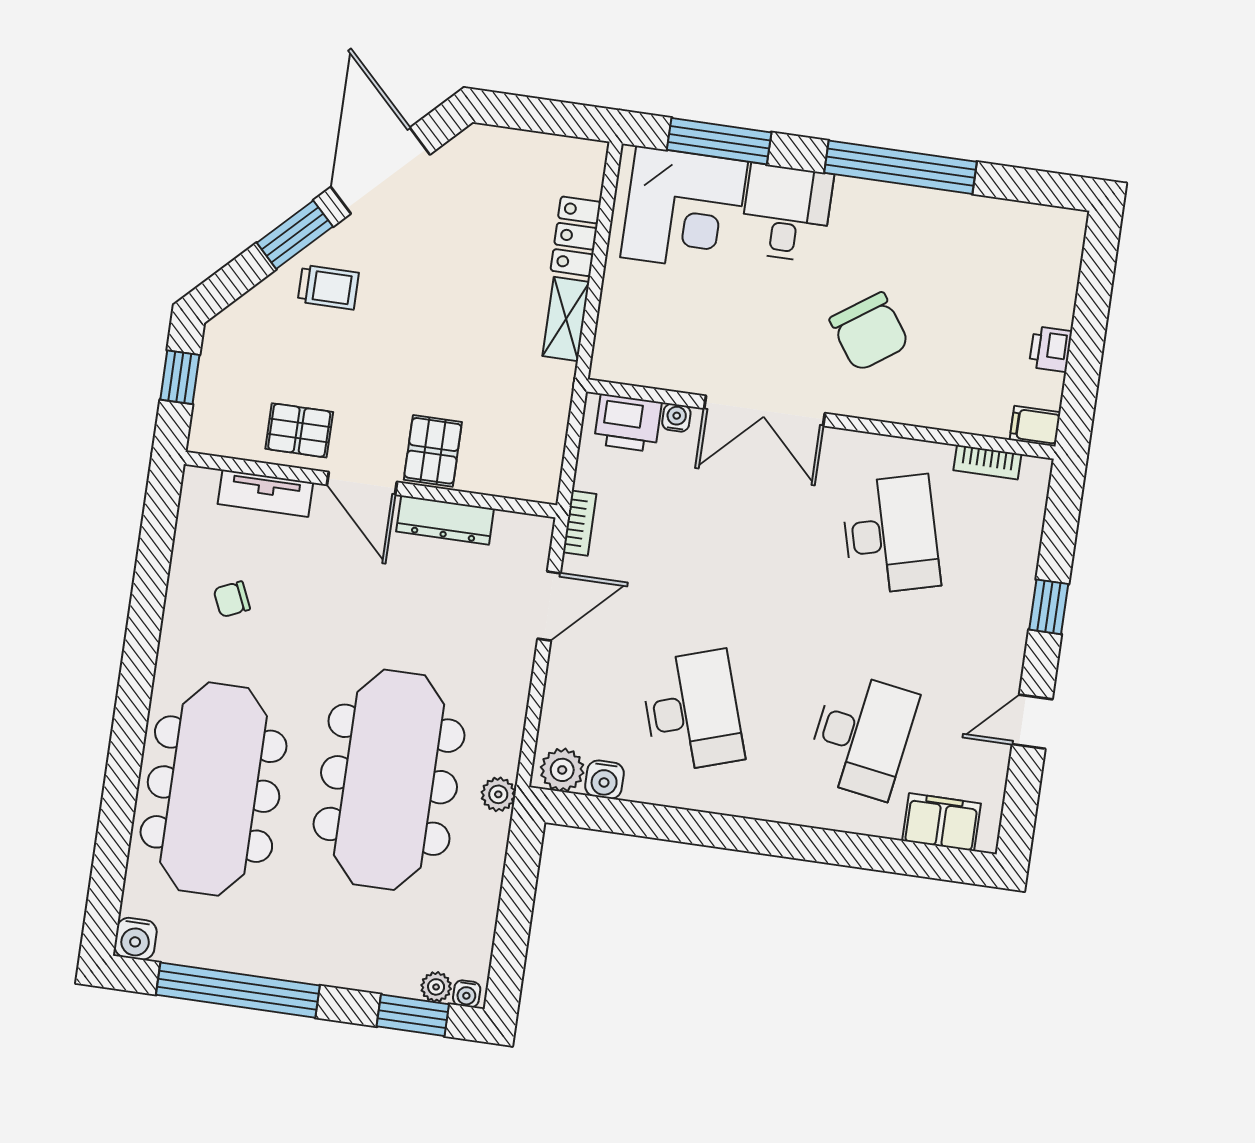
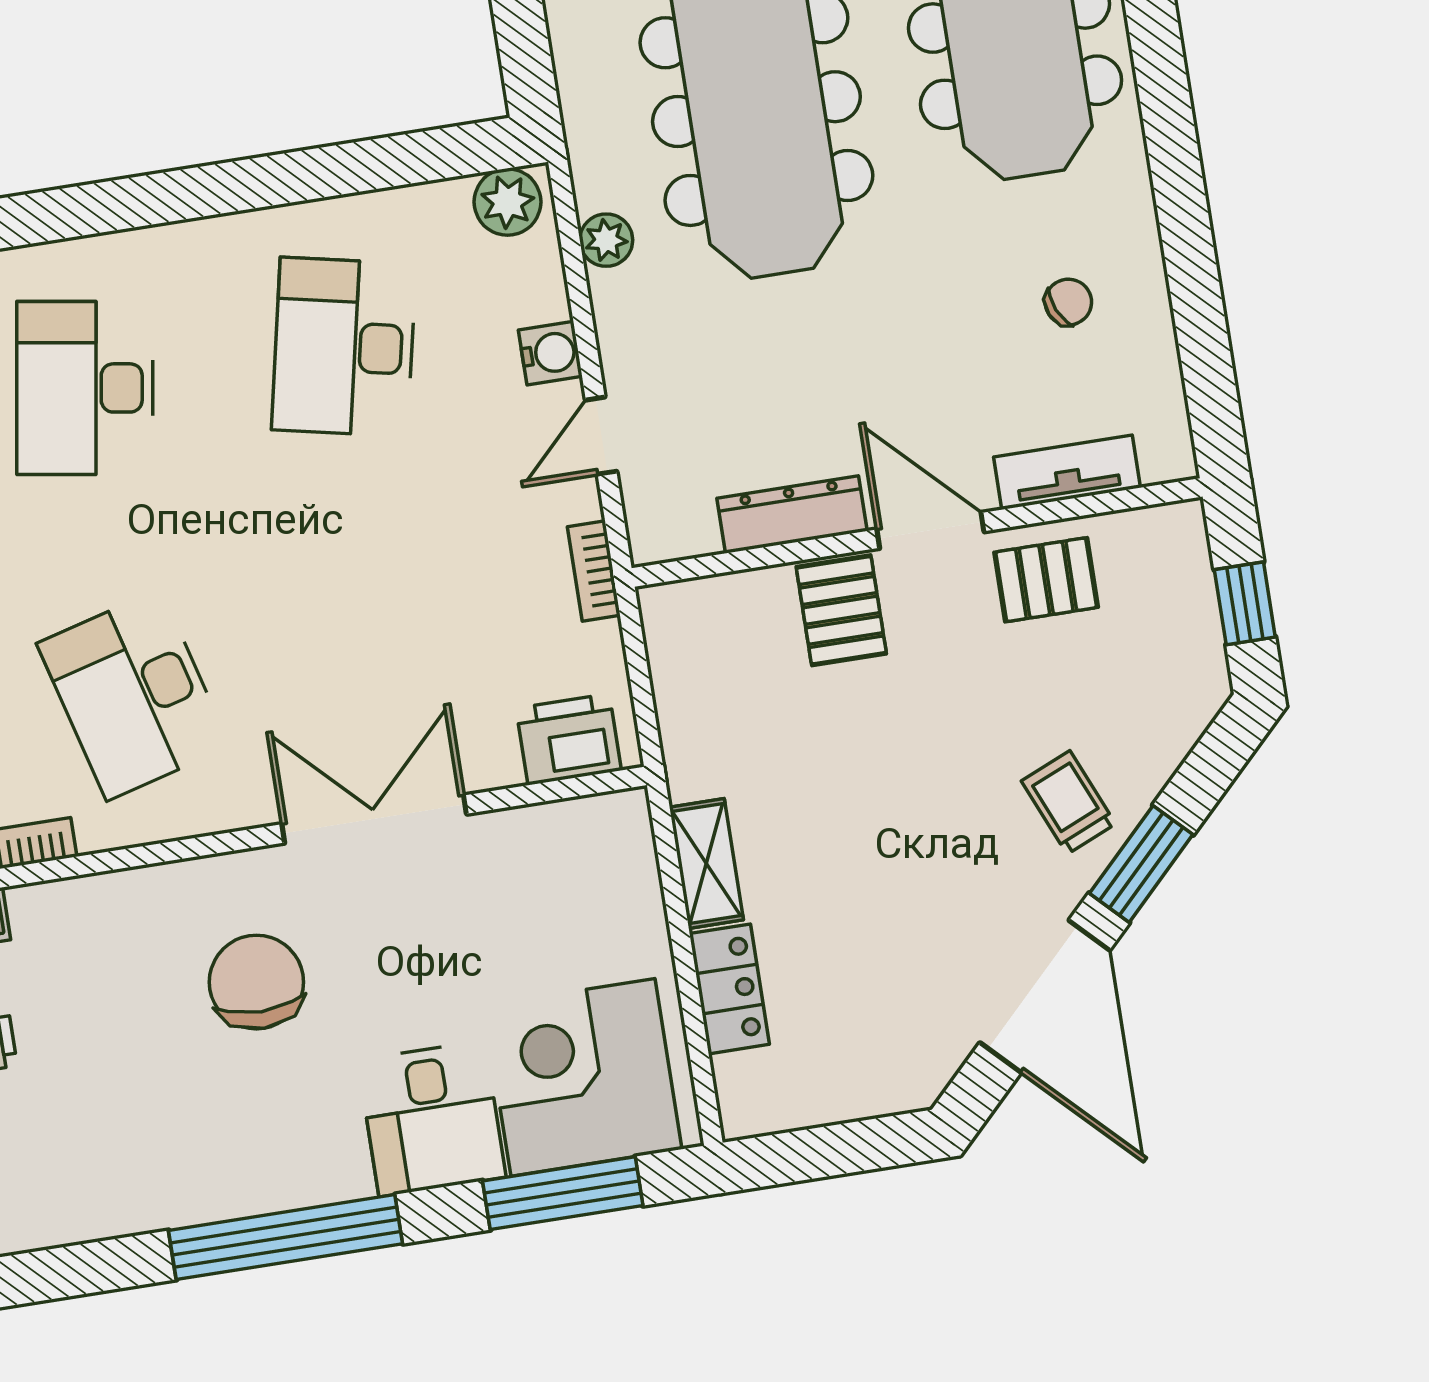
trolley: (328, 287) -> (1069, 802), turned 67
chair: (869, 332) -> (256, 982), turned 35
water cooler: (676, 418) -> (500, 769), removed
door: (549, 606) -> (601, 436), width x0.73
desk: (692, 711) -> (344, 347), turned 30
water cooler: (604, 780) -> (550, 353), moved, turned 90
plant: (498, 794) -> (606, 240), moved

